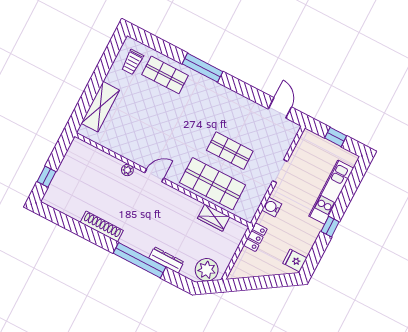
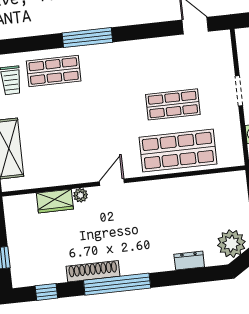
wardrobe: (214, 218) -> (55, 201), moved
window: (61, 219) -> (46, 292), added
window: (140, 260) -> (117, 284), moved
dresser: (166, 260) -> (189, 261), width x0.70

